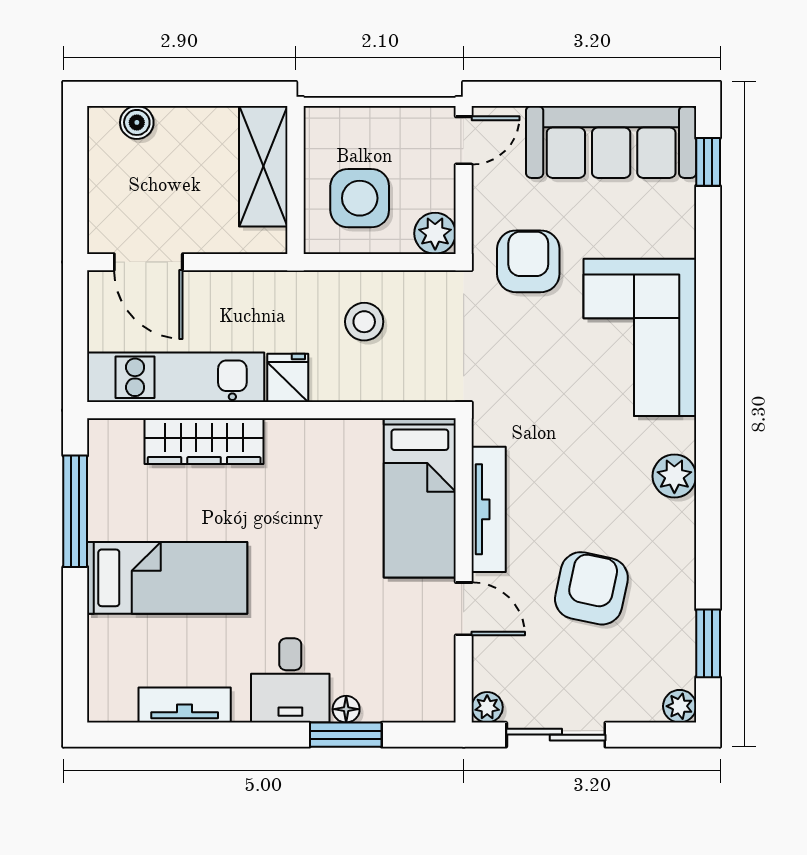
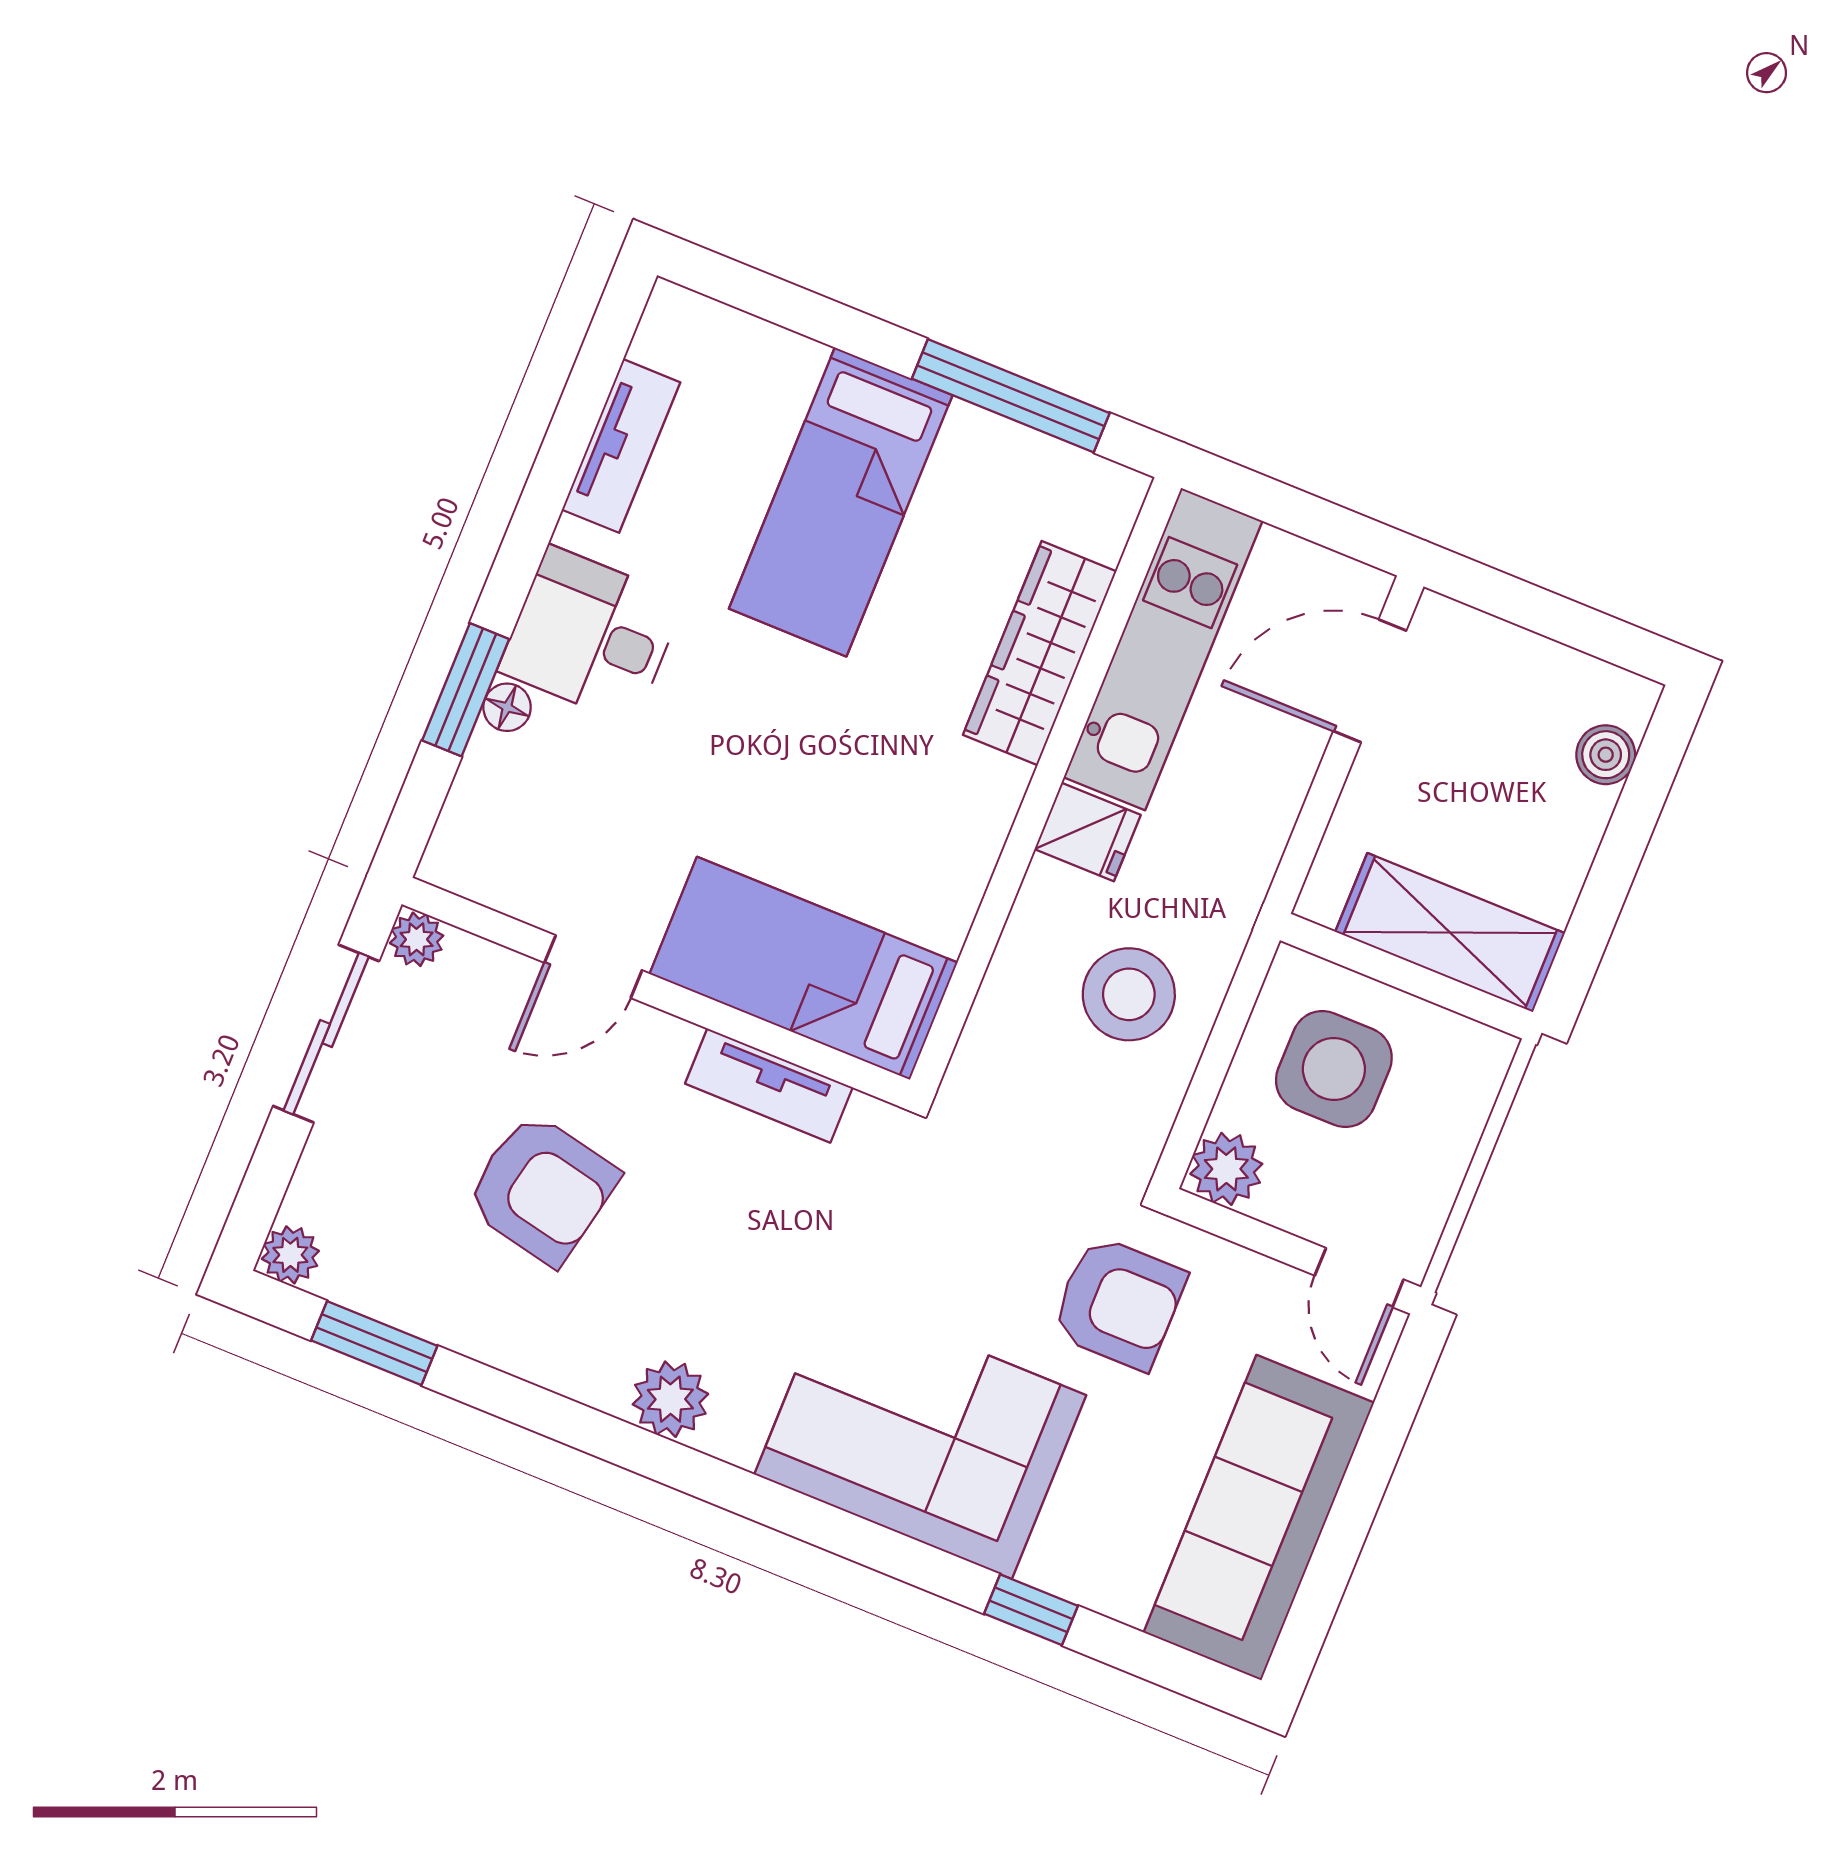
window: (708, 162) -> (1031, 1610), moved
stool: (364, 322) -> (1129, 994), width x1.38, depth x1.38
tv unit: (489, 509) -> (769, 1085), width x0.71

